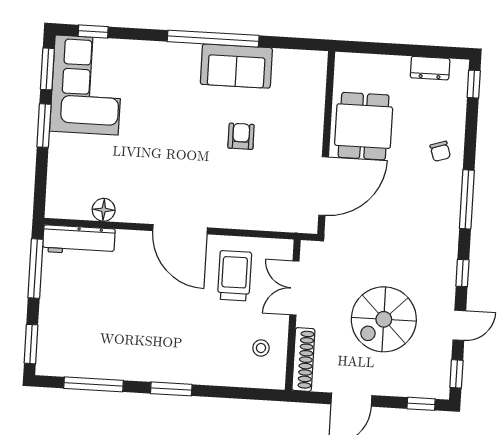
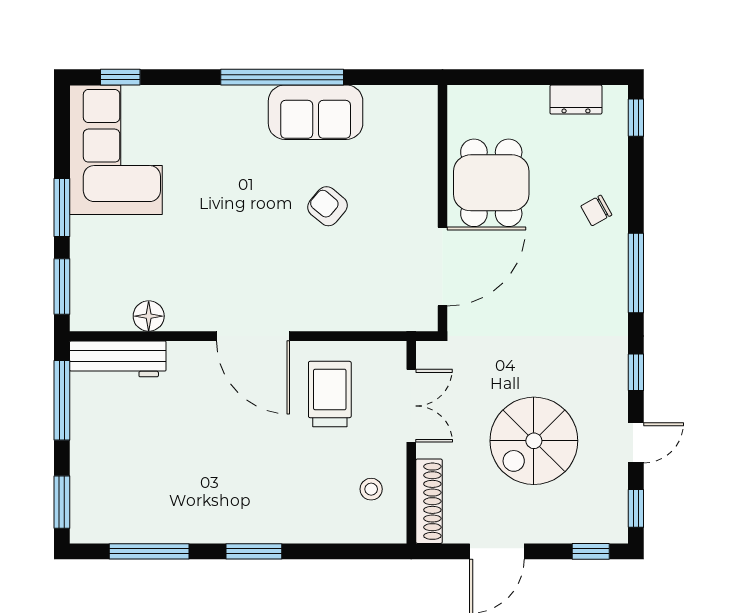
window: (47, 69) -> (62, 287), moved
armchair: (241, 136) -> (327, 206), turned -50
chair: (440, 151) -> (596, 210), turned 79
double door: (294, 288) -> (411, 406), swing flipped

